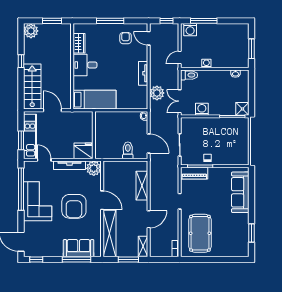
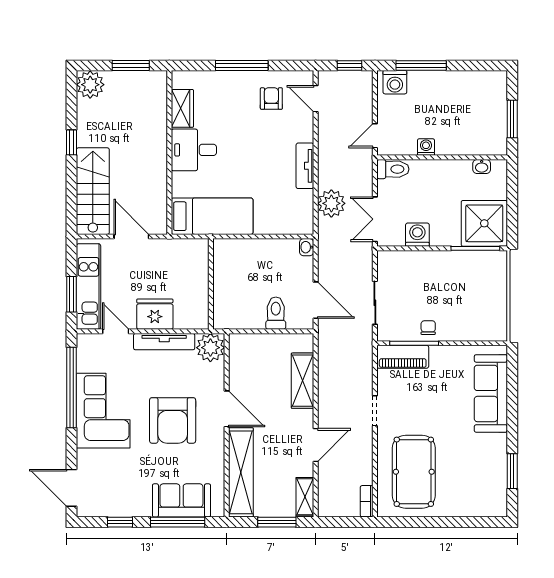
shower: (242, 109) -> (484, 223), width x1.86, depth x1.86
fridge: (83, 151) -> (155, 314), moved
window: (36, 260) -> (120, 522), moved

